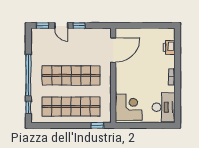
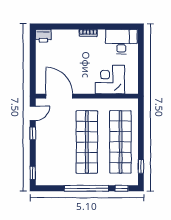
door: (61, 26) -> (33, 113), moved
printer: (169, 47) -> (43, 36), moved
corner desk: (129, 107) -> (110, 80), moved
window: (97, 125) -> (141, 166), moved

